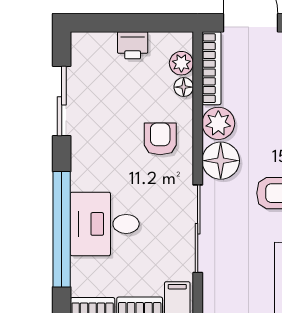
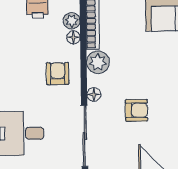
floor lamp: (221, 161) -> (94, 94), width x0.53, depth x0.53

